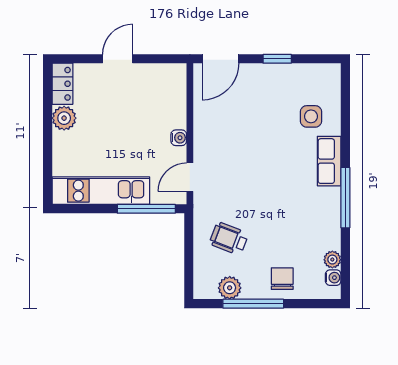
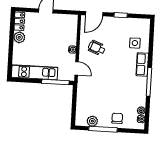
door: (190, 177) -> (77, 68), swing flipped
wheelchair: (229, 239) -> (97, 48), moved

